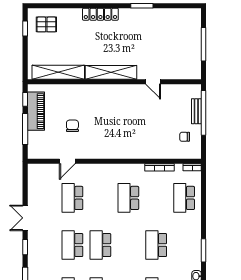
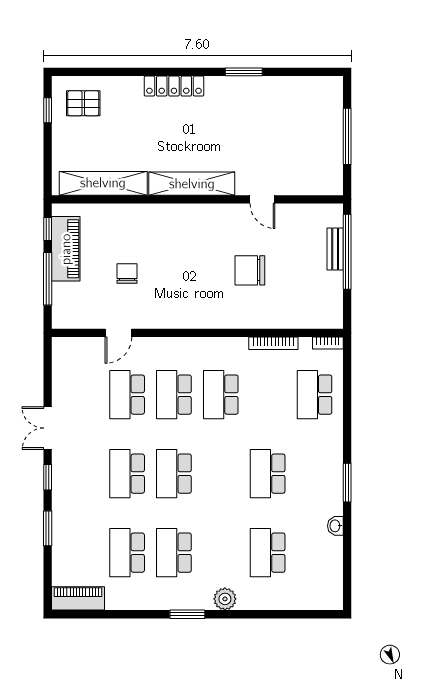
chair: (185, 137) -> (250, 270), moved, width x1.87, depth x1.87
school desk: (100, 198) -> (174, 395), added

